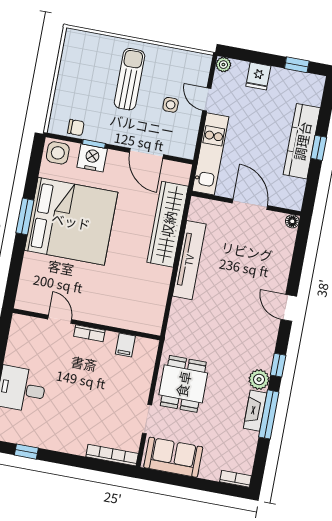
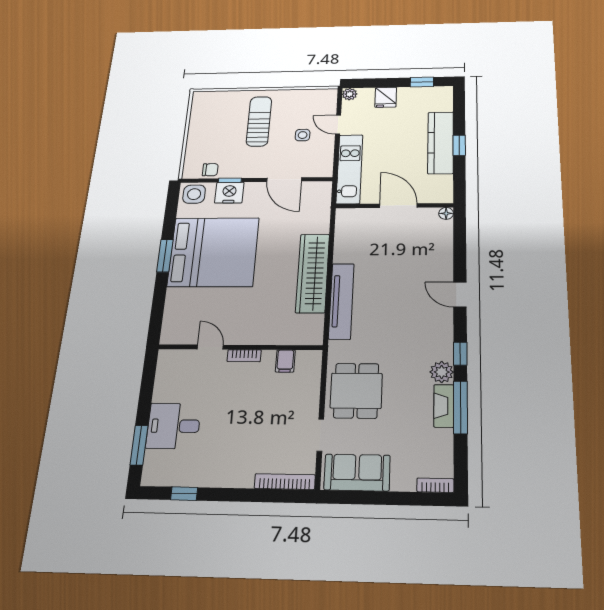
wardrobe: (168, 224) -> (313, 273), moved
tv unit: (189, 260) -> (341, 301), moved

